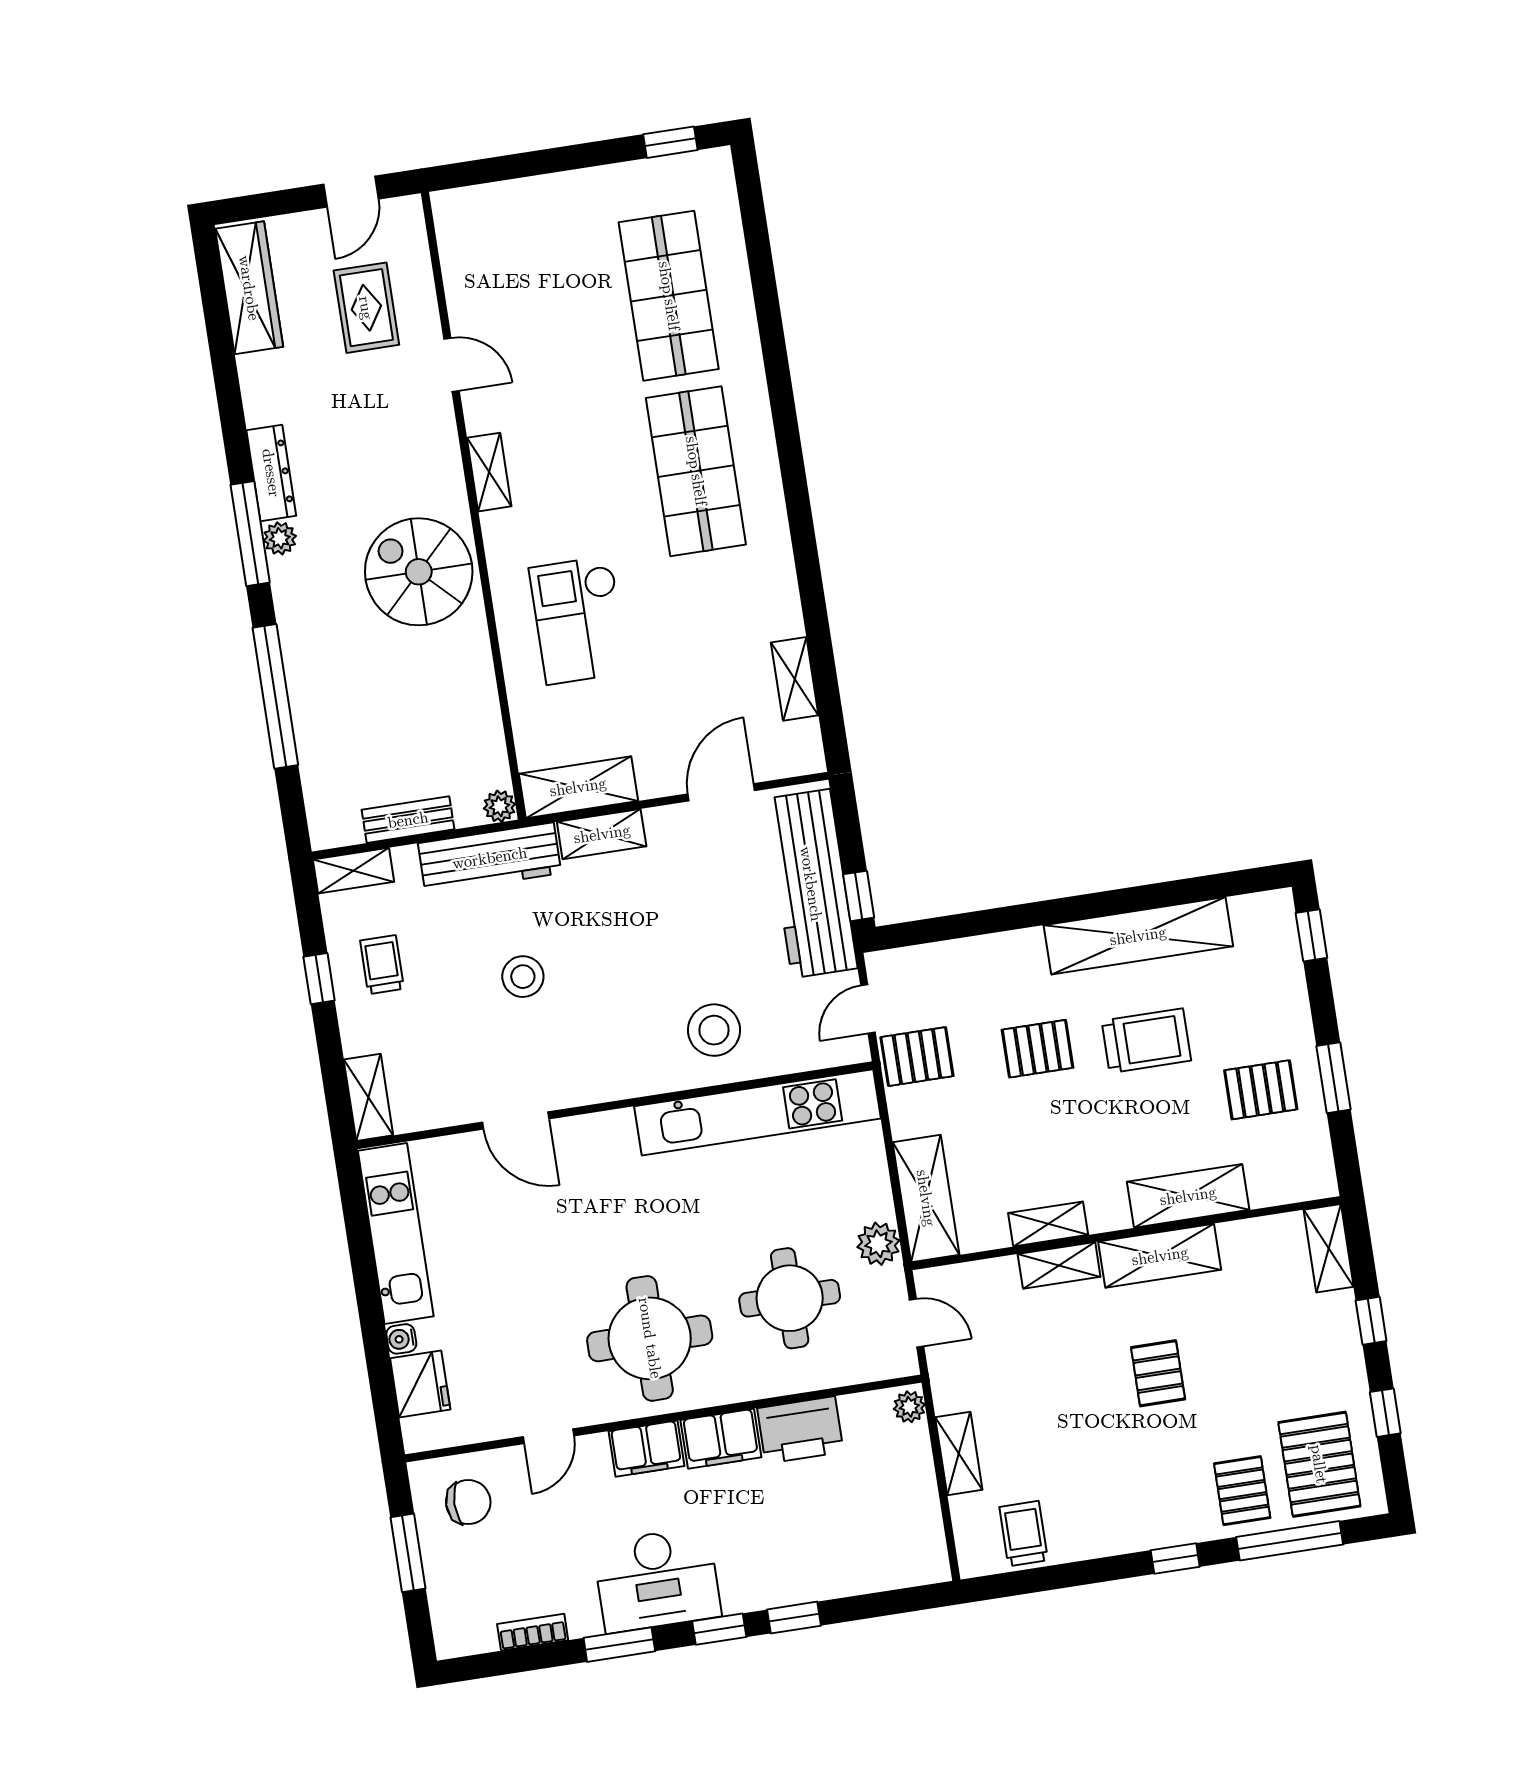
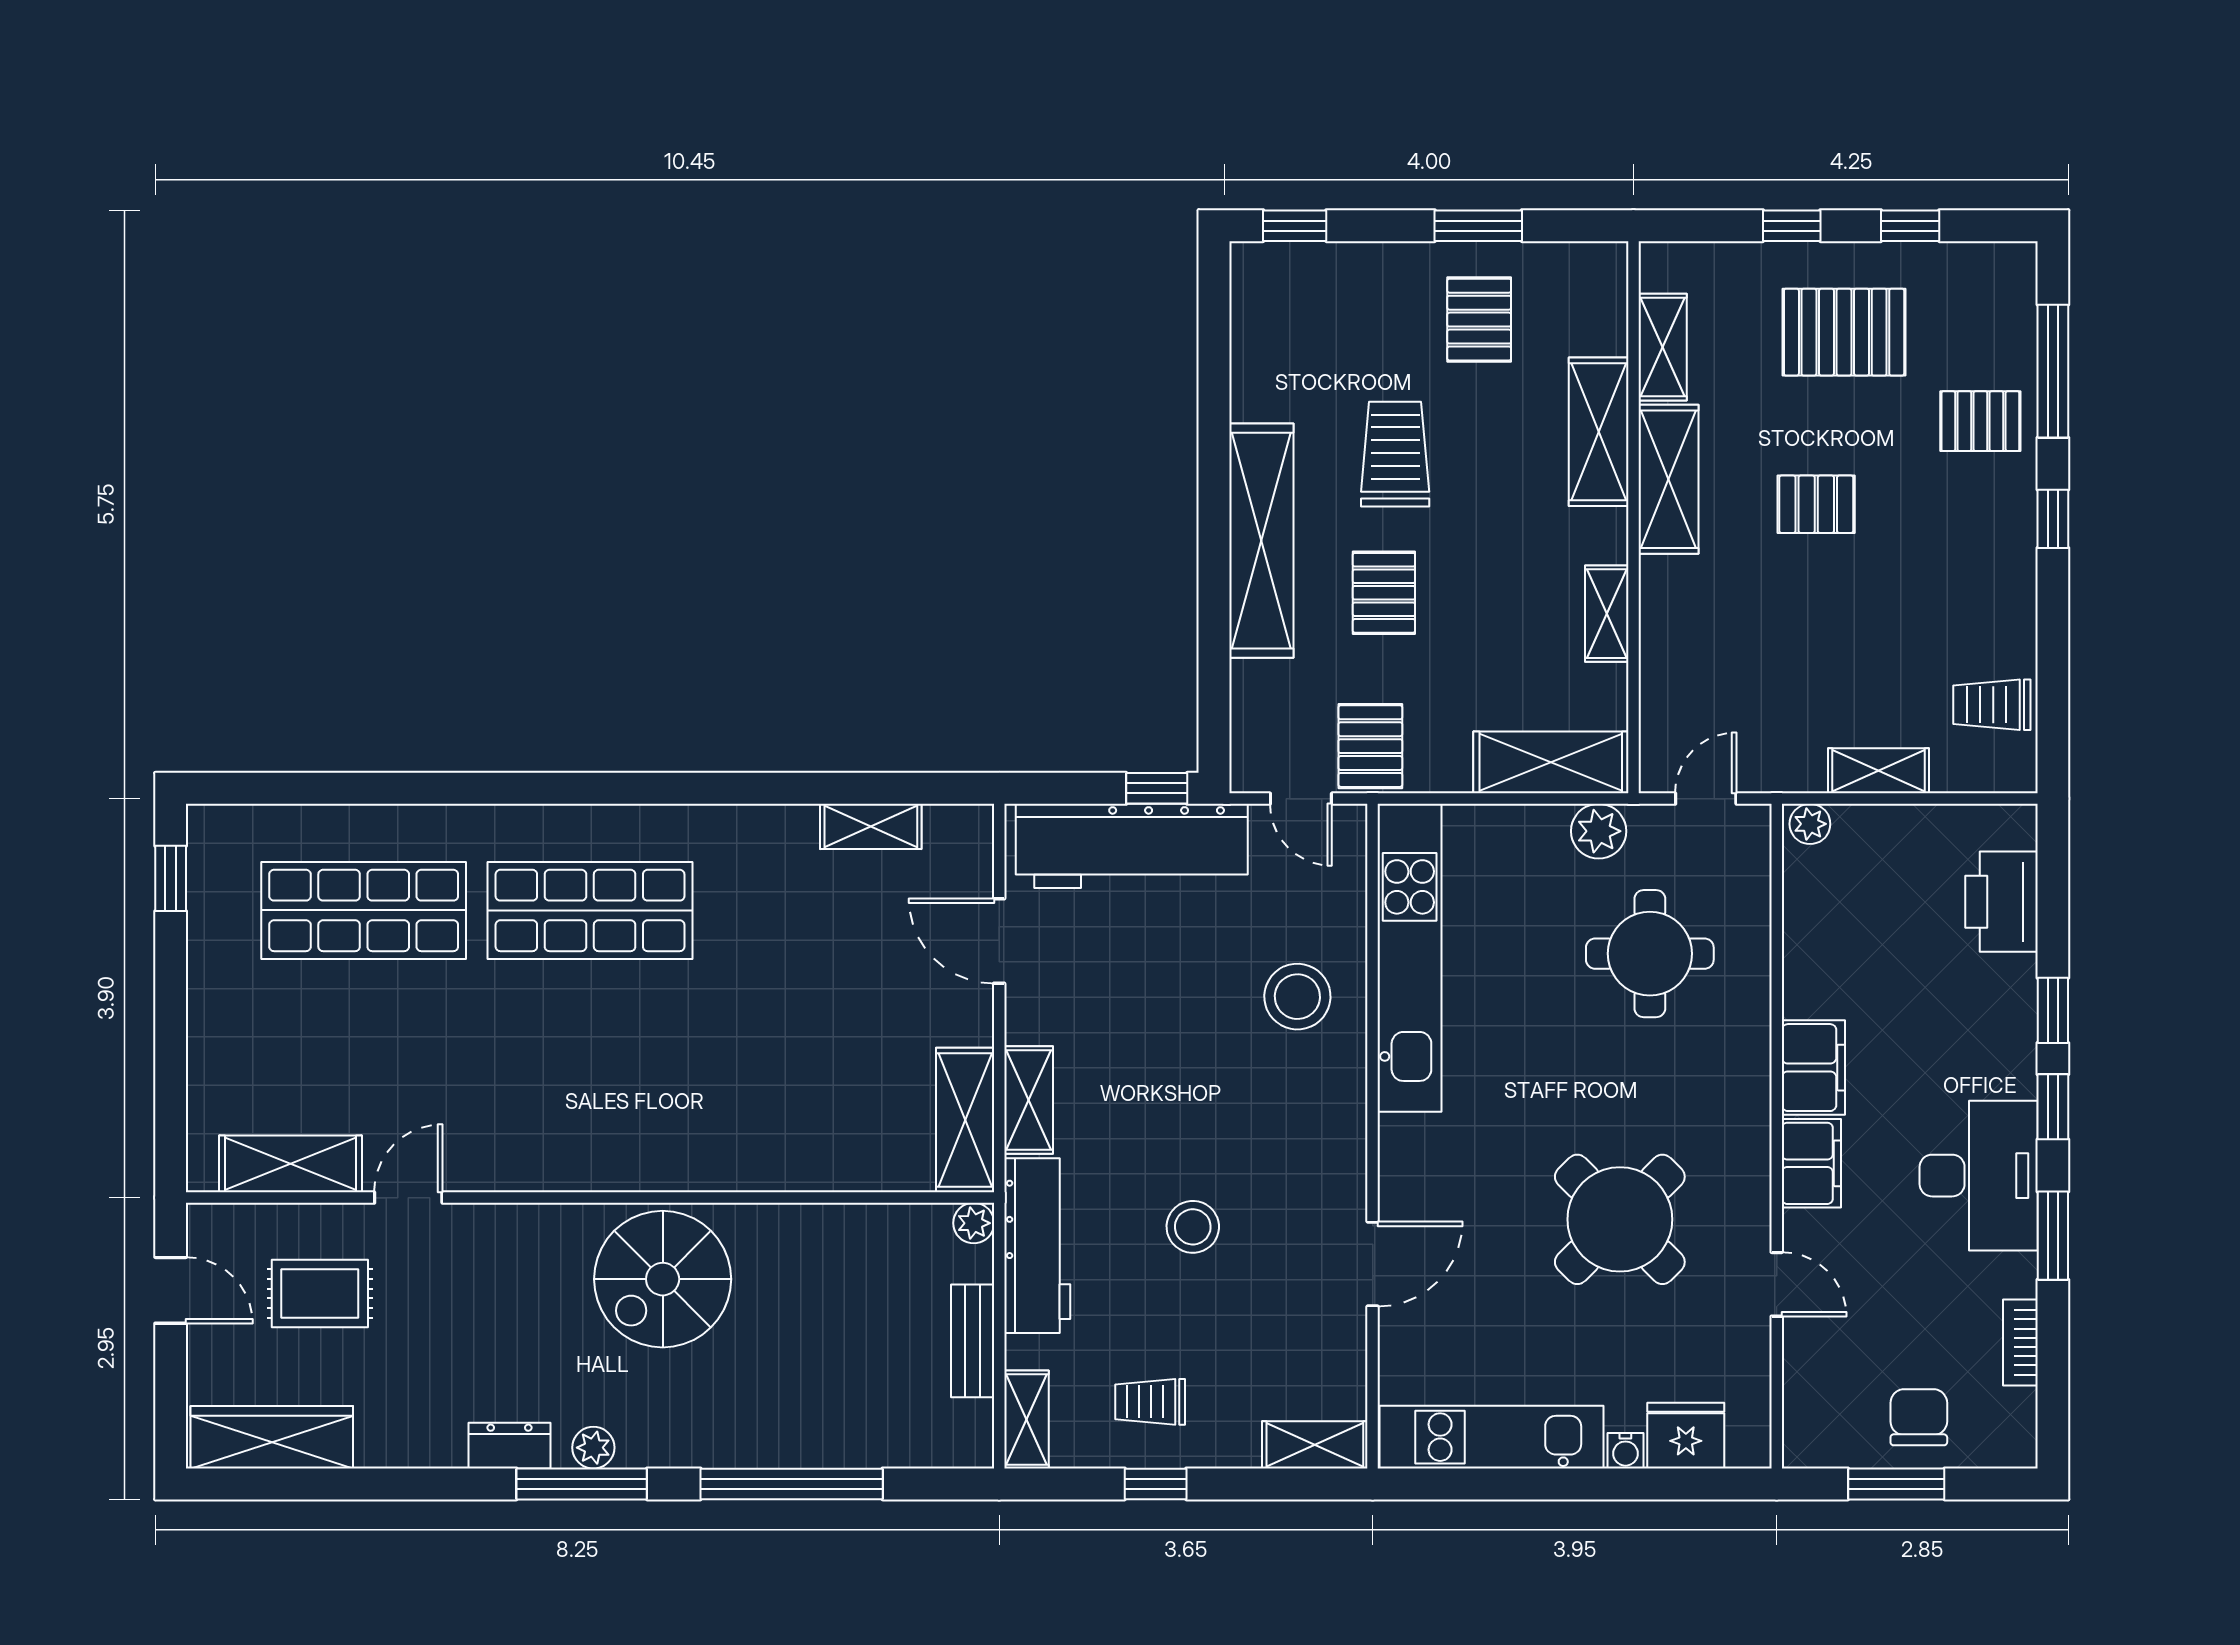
shelving: (489, 472) -> (290, 1164), moved, width x1.50, depth x1.33
dresser: (271, 473) -> (510, 1446), width x0.70
checkout: (579, 620) -> (755, 1087), removed
shelving: (1138, 936) -> (1261, 541), moved
shelving: (1329, 1248) -> (1663, 347), moved, turned 90
shelving: (1059, 1265) -> (1661, 608), removed
round table: (650, 1338) -> (1620, 1219), moved, turned 45
printer: (800, 1430) -> (2001, 902), moved, turned 180
pallet: (1319, 1464) -> (1844, 332), moved
chair: (468, 1502) -> (1919, 1417), moved

